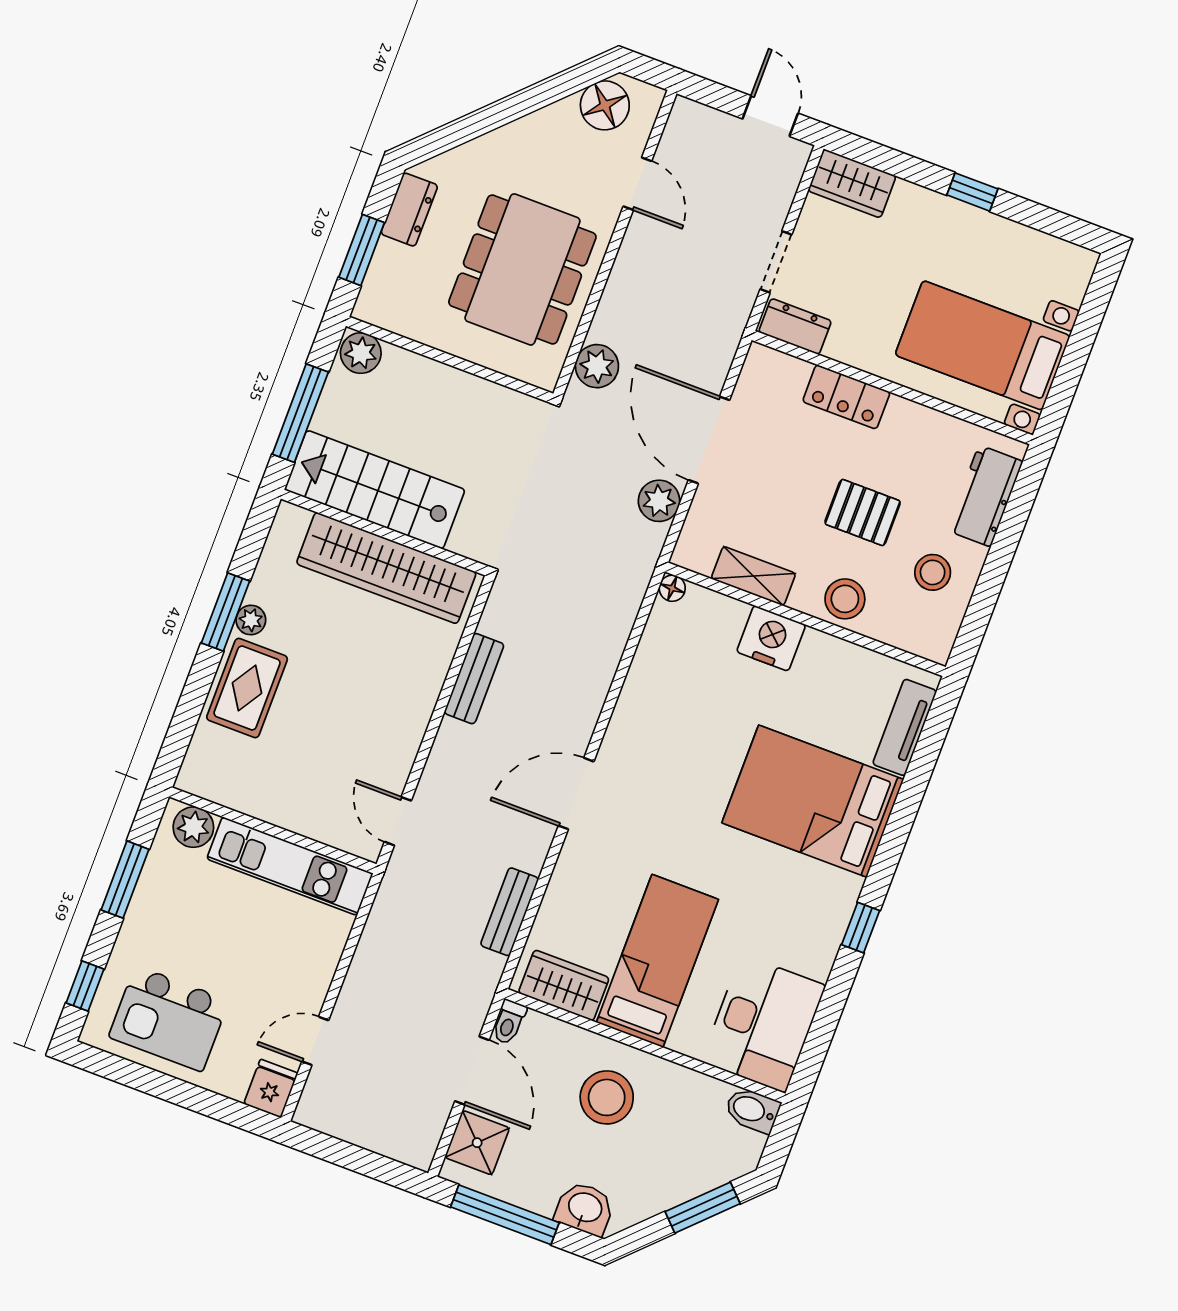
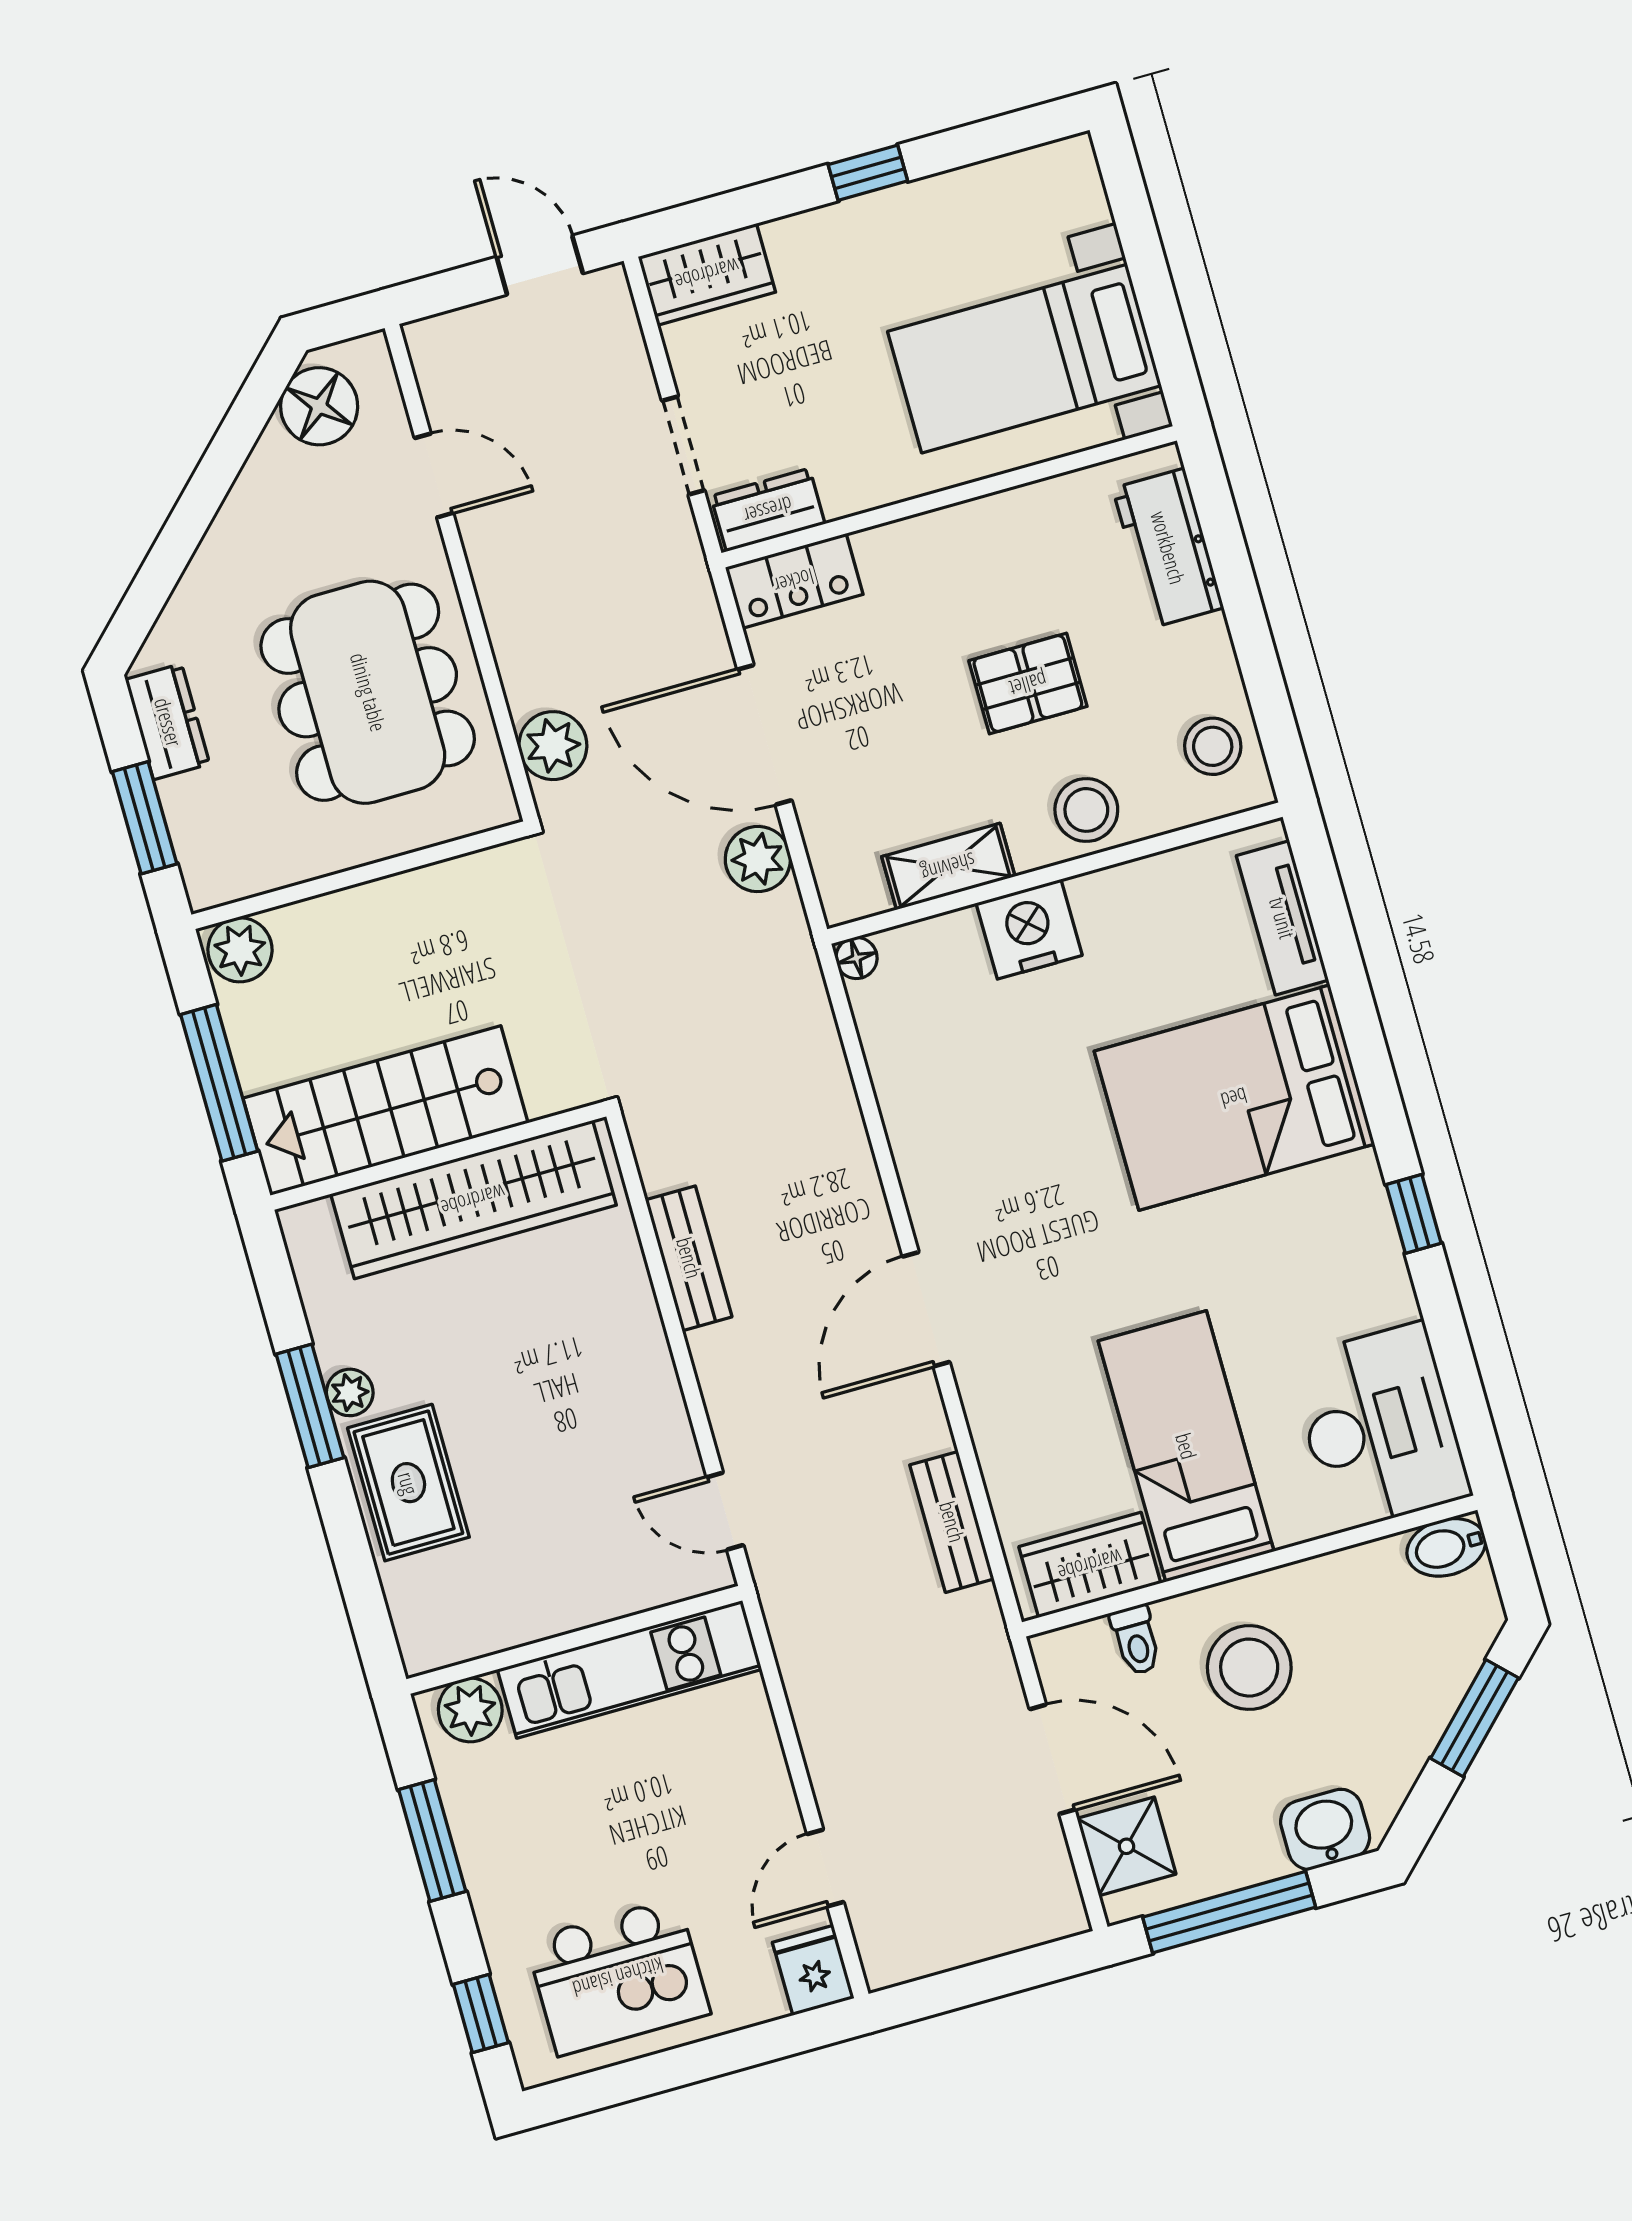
locker: (846, 397) -> (794, 581), moved
stool: (933, 572) -> (1213, 746), moved
toilet: (509, 1022) -> (1136, 1640), moved

